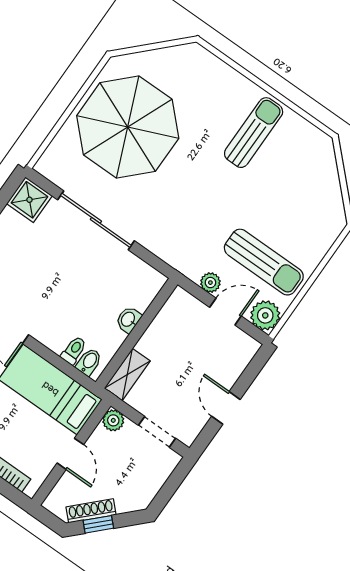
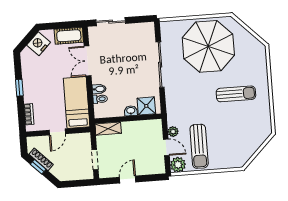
sun lounger: (254, 133) -> (236, 94), moved
shower: (29, 200) -> (146, 106), moved
bidet: (89, 362) -> (99, 89), moved
plant: (113, 420) -> (85, 138), removed

